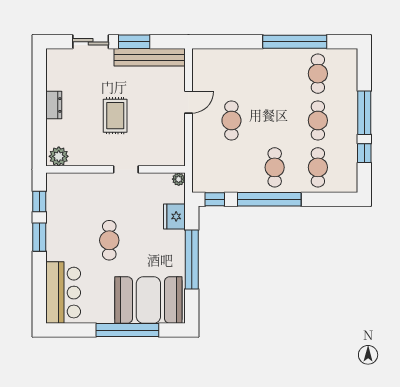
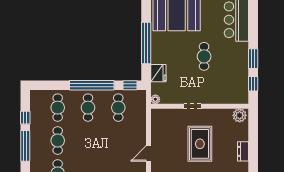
rug: (115, 116) -> (200, 144), width x1.36, depth x1.43
cafe table: (231, 120) -> (118, 108), moved

